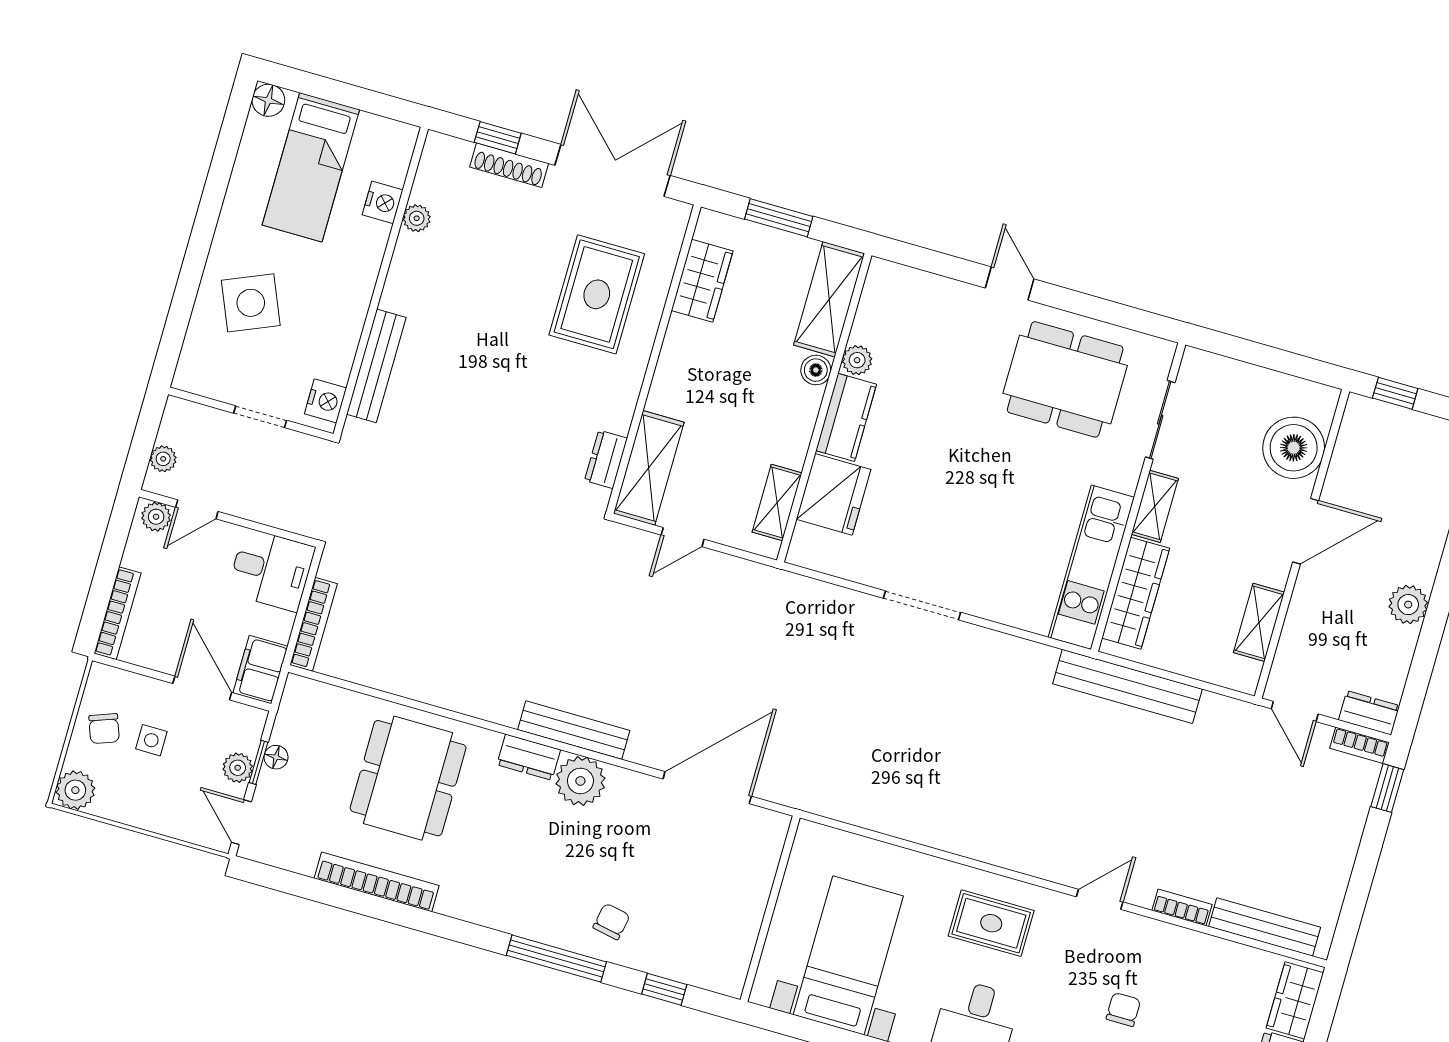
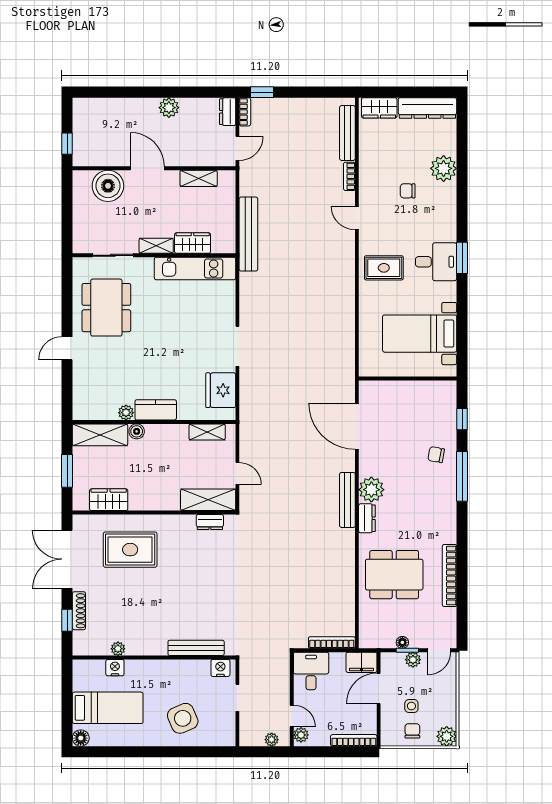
fridge: (834, 494) -> (221, 390), moved, turned -90
wardrobe: (1136, 593) -> (193, 243), width x0.67
chair: (104, 729) -> (412, 731), turned -70
rug: (991, 923) -> (384, 268), turned 90

